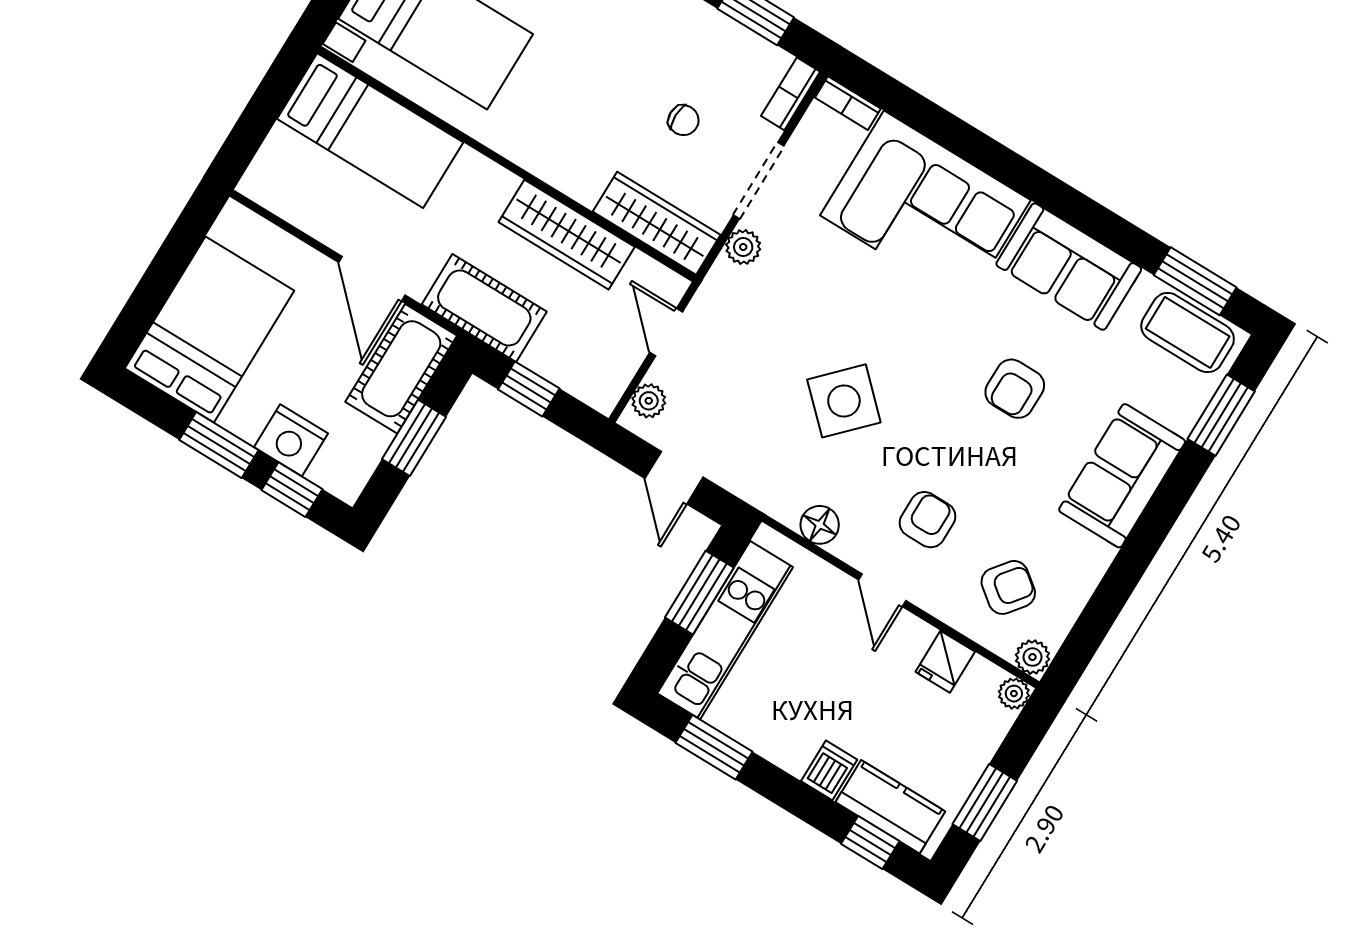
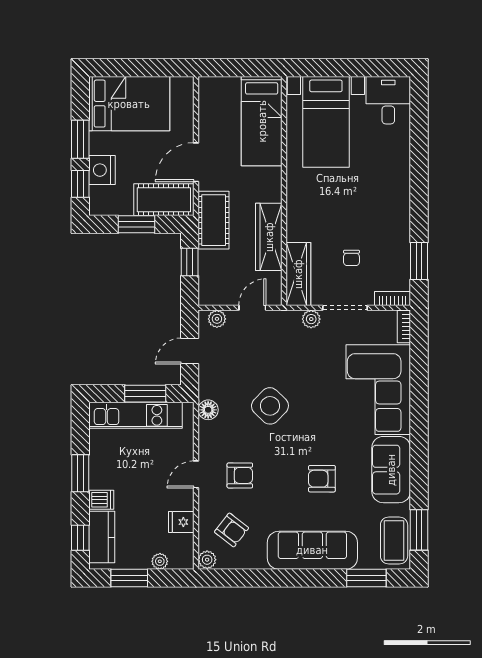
sofa: (1122, 476) -> (312, 550), width x1.36
floor lamp: (820, 525) -> (208, 410), moved
plant: (1014, 694) -> (160, 561), moved
window: (714, 747) -> (80, 473), moved

